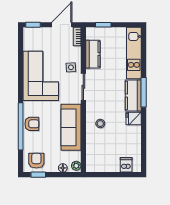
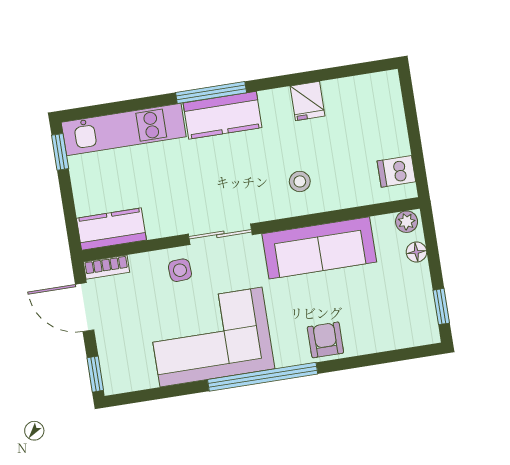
window: (103, 25) -> (60, 152), moved
kitchen counter: (93, 54) -> (111, 229), moved
fridge: (134, 119) -> (307, 101), moved
window: (21, 126) -> (263, 377), moved
armchair: (36, 161) -> (409, 316), removed
dishwasher: (126, 165) -> (396, 171), moved

